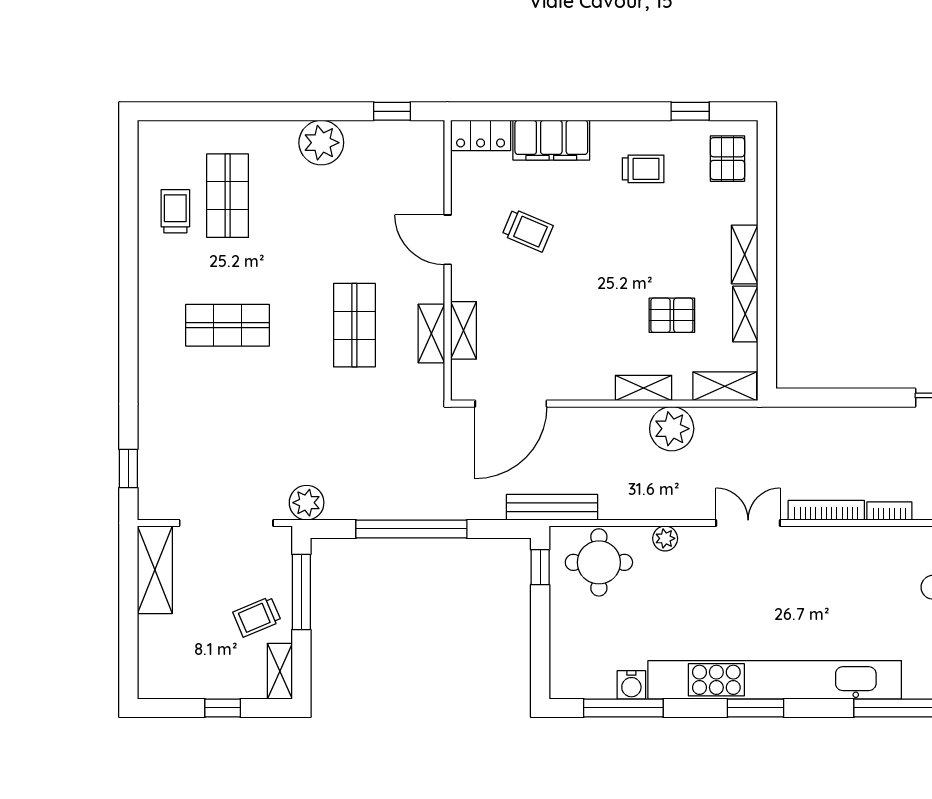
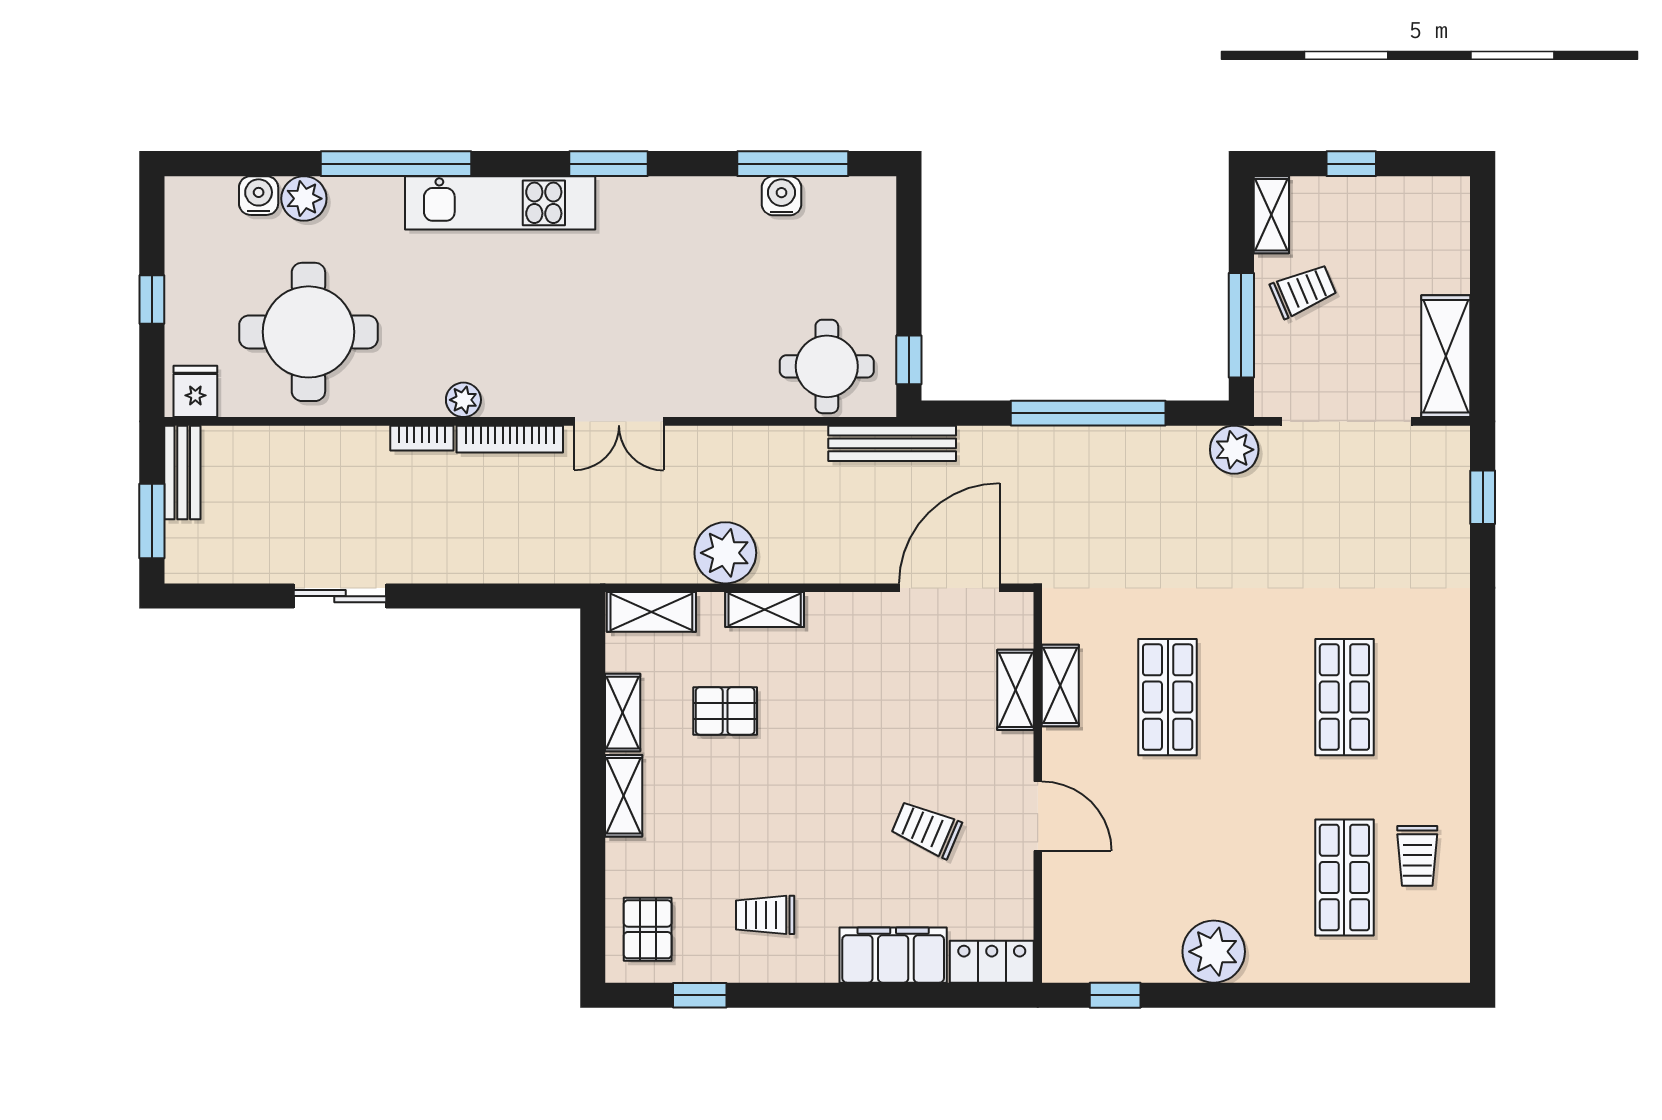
shop shelf: (228, 325) -> (1344, 697), turned 90
plant: (665, 538) -> (463, 400), moved
kitchen unit: (775, 680) -> (500, 203), width x0.54

